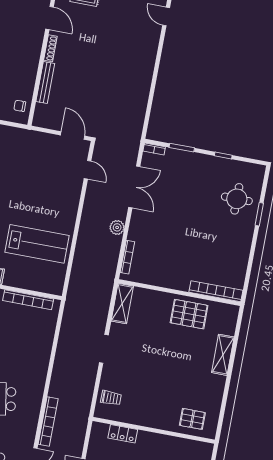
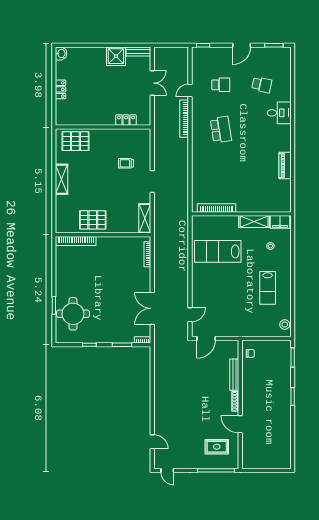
door: (73, 136) -> (206, 338), hinge flipped
door: (88, 170) -> (190, 315), swing flipped
round table: (237, 199) -> (73, 314), width x1.36, depth x1.36
plant: (117, 227) -> (159, 275), removed
shelving: (223, 355) -> (61, 179), moved
trolley: (111, 398) -> (126, 163), moved
pallet: (192, 419) -> (75, 141), width x1.50, depth x1.42

